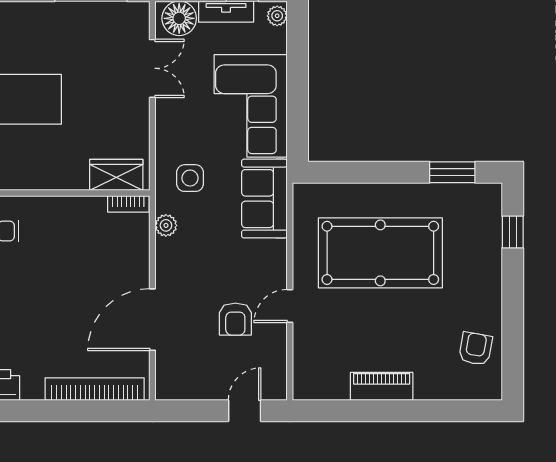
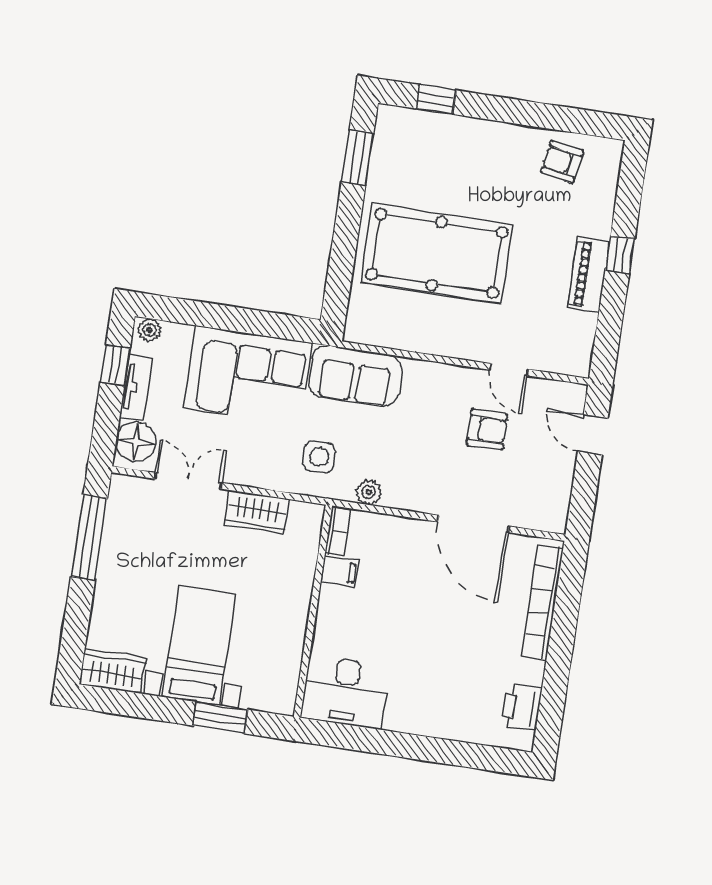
wardrobe: (116, 175) -> (257, 512), moved, turned -90
filing cabinet: (94, 211) -> (340, 571), added
pool table: (380, 253) -> (437, 253), turned 90
door: (290, 306) -> (509, 370), moved
window: (403, 411) -> (620, 255), added

